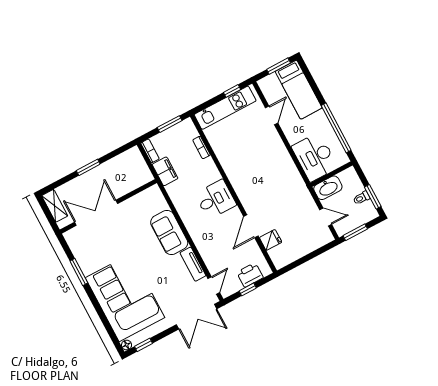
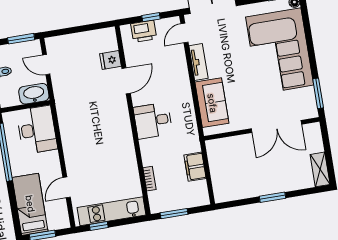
bookcase: (150, 151) -> (203, 193), removed
wall: (108, 206) -> (262, 129), moved
double door: (96, 213) -> (276, 126), moved

